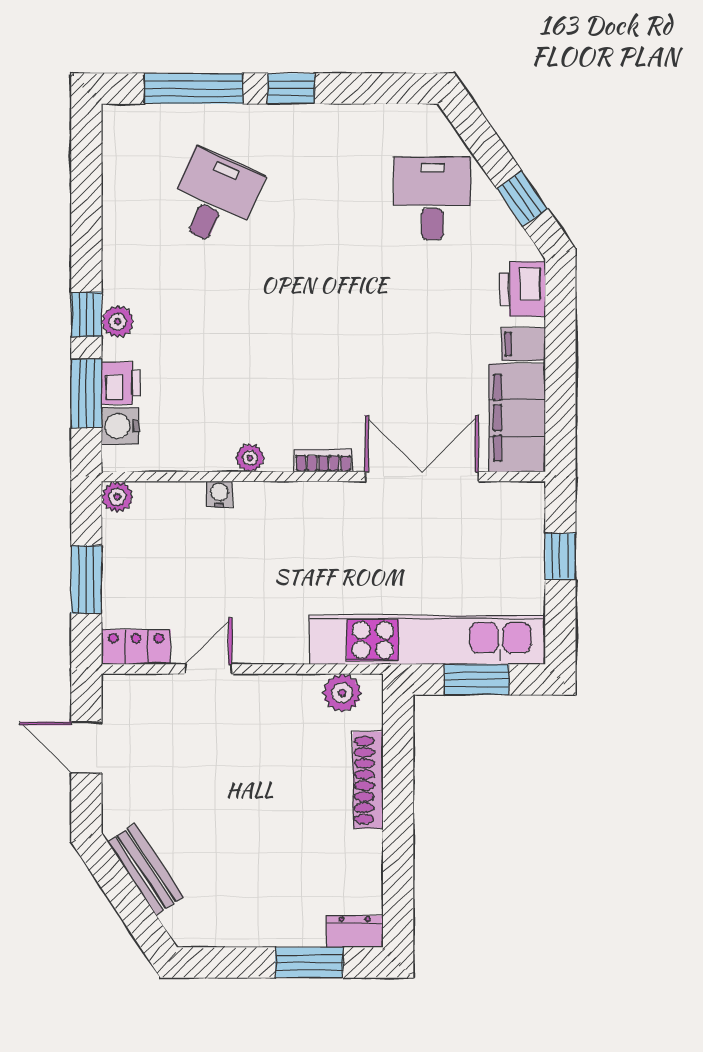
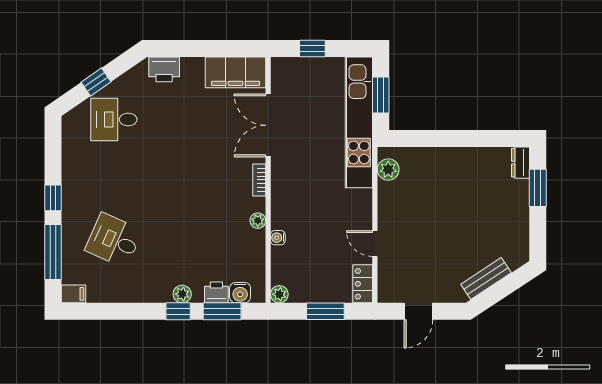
window: (522, 199) -> (96, 82), moved
filing cabinet: (523, 344) -> (73, 294), moved, turned -90
shoe rack: (368, 780) -> (436, 155), removed

